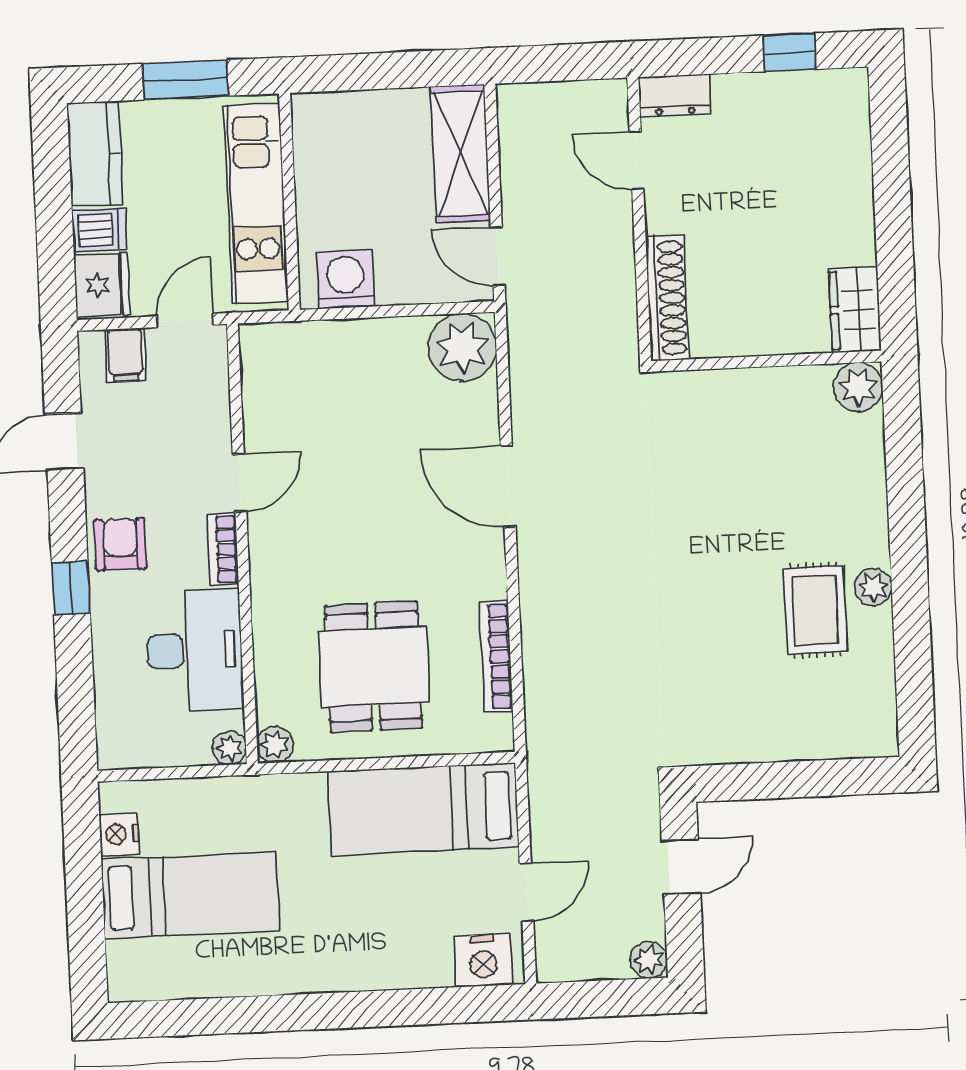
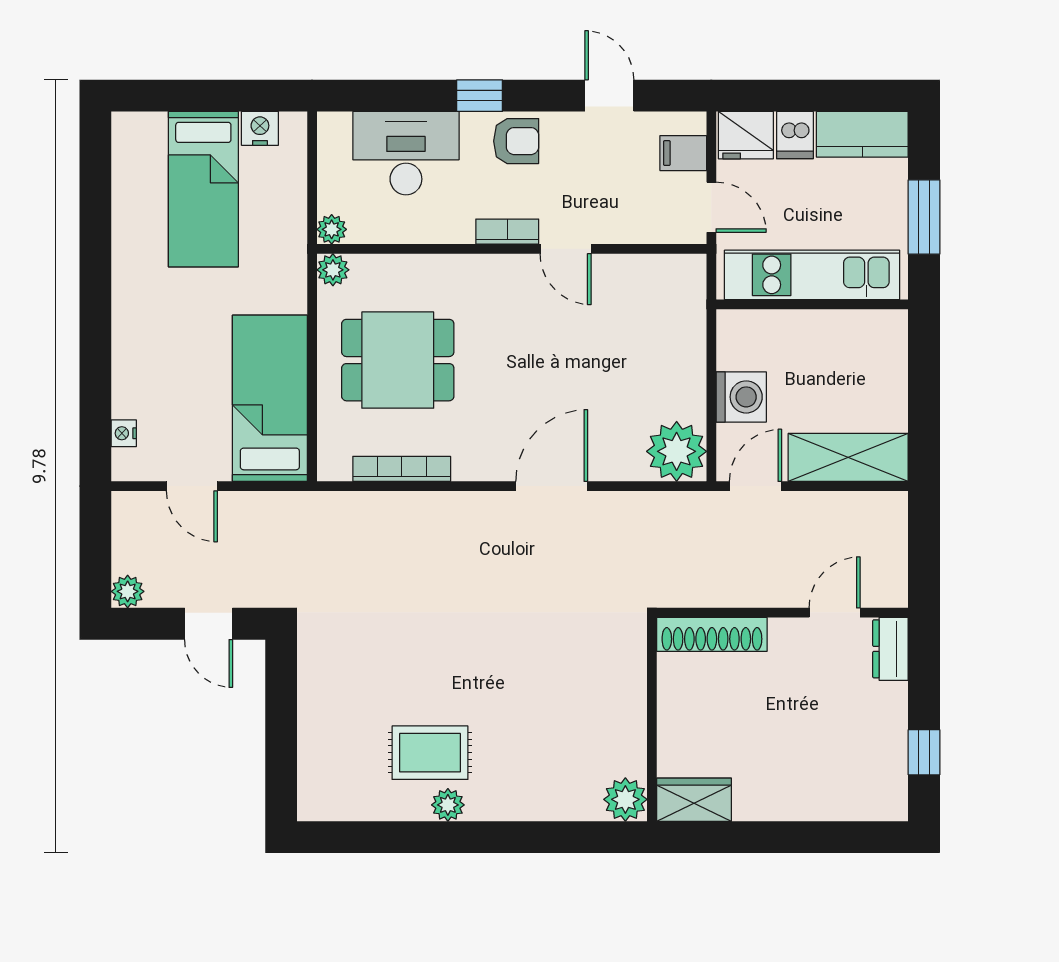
washing machine: (345, 279) -> (741, 397), moved
desk: (195, 650) -> (406, 153), moved, turned 180
nightstand: (483, 960) -> (124, 433), width x0.53, depth x0.56

